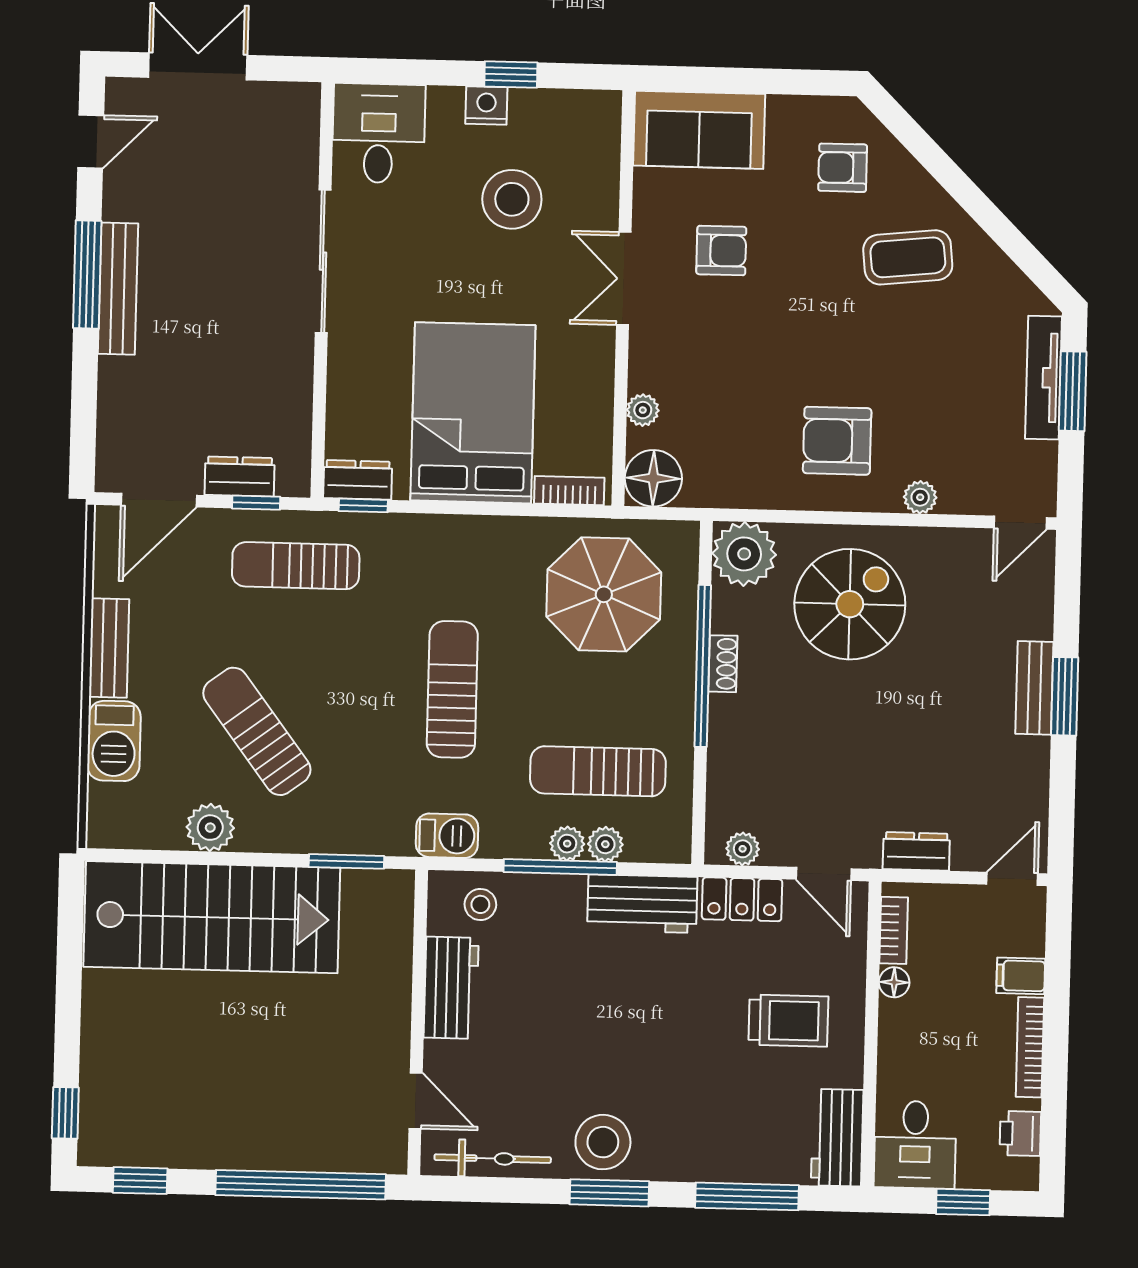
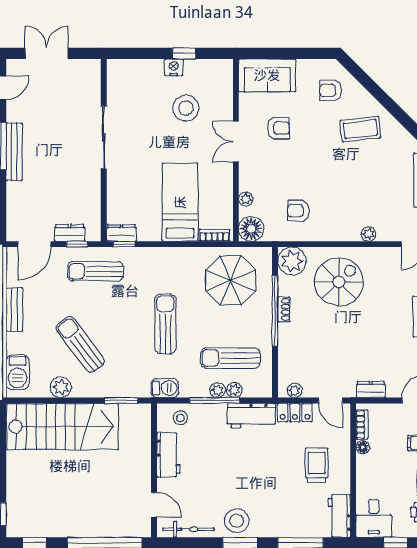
desk: (379, 133) -> (127, 81), removed
bed: (473, 413) -> (180, 202), width x0.67
armchair: (837, 441) -> (299, 211), moved, width x0.72, depth x0.72
barbecue: (114, 741) -> (18, 372), moved
trolley: (788, 1021) -> (317, 465), turned -90

